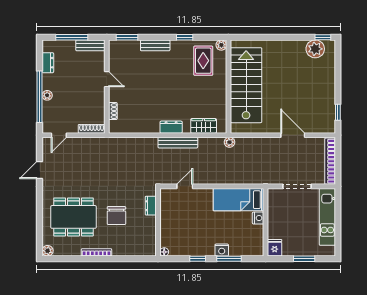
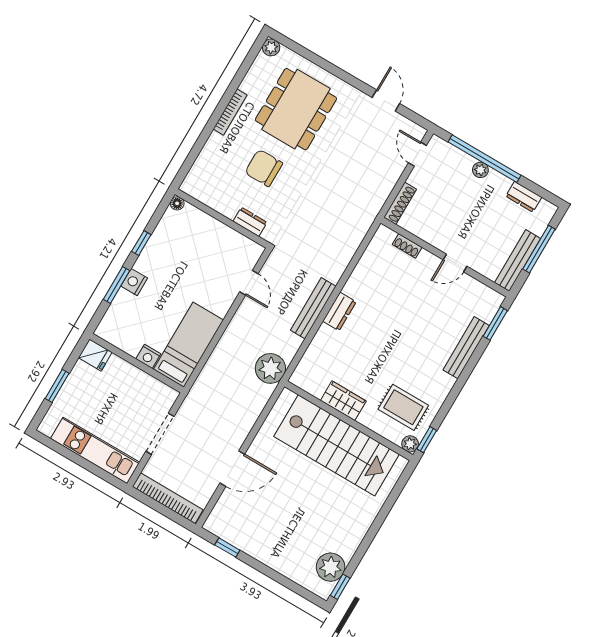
window: (185, 37) -> (427, 440), moved
bench: (90, 45) -> (518, 261), width x1.36
bench: (155, 45) -> (466, 348), width x1.36
wardrobe: (204, 126) -> (343, 401), moved, turned -90
plant: (229, 142) -> (270, 368), width x1.87, depth x1.87

